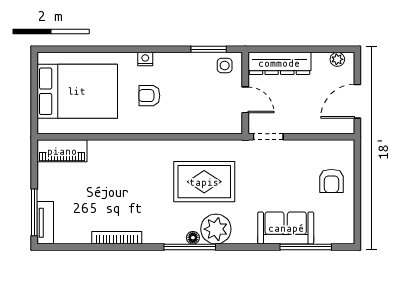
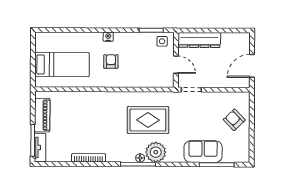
plant: (337, 59) -> (239, 37), removed
bed: (77, 91) -> (62, 65), width x0.67
armchair: (149, 96) -> (111, 61), turned 90
piano: (62, 151) -> (42, 115), moved, turned -90
armchair: (331, 181) -> (234, 120), turned 136

